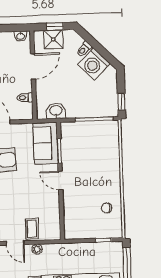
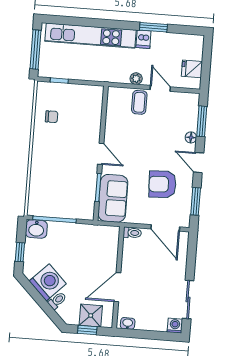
toilet: (25, 98) -> (132, 233), moved
window: (121, 102) -> (20, 252), moved
washbasin: (56, 111) -> (36, 229), moved

